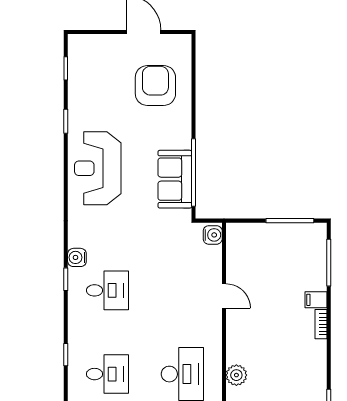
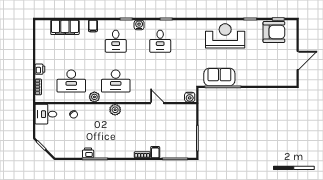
armchair: (155, 86) -> (274, 32), moved
water cooler: (77, 257) -> (139, 25), moved
door: (224, 296) -> (157, 103), swing flipped

